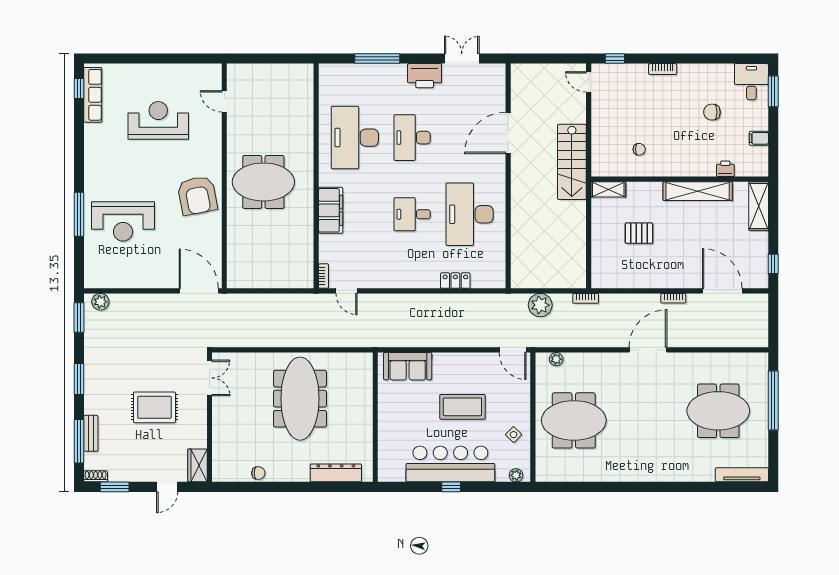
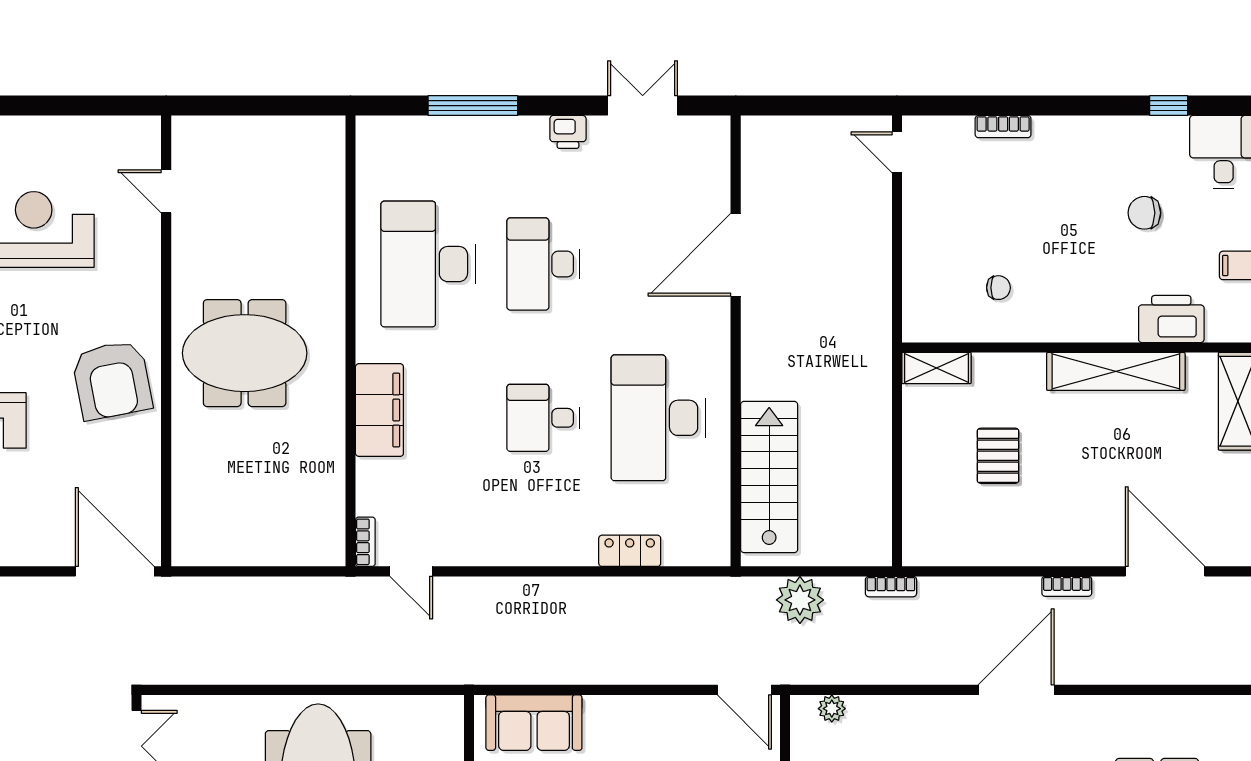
window: (615, 59) -> (1169, 106), moved
bookcase: (663, 69) -> (1003, 127), moved
printer: (425, 76) -> (568, 132), width x0.53, depth x0.68
stairs: (572, 162) -> (769, 477), moved, turned 180
printer: (725, 169) -> (1171, 319), width x1.87, depth x1.48
pallet: (639, 233) -> (998, 456), turned 90

